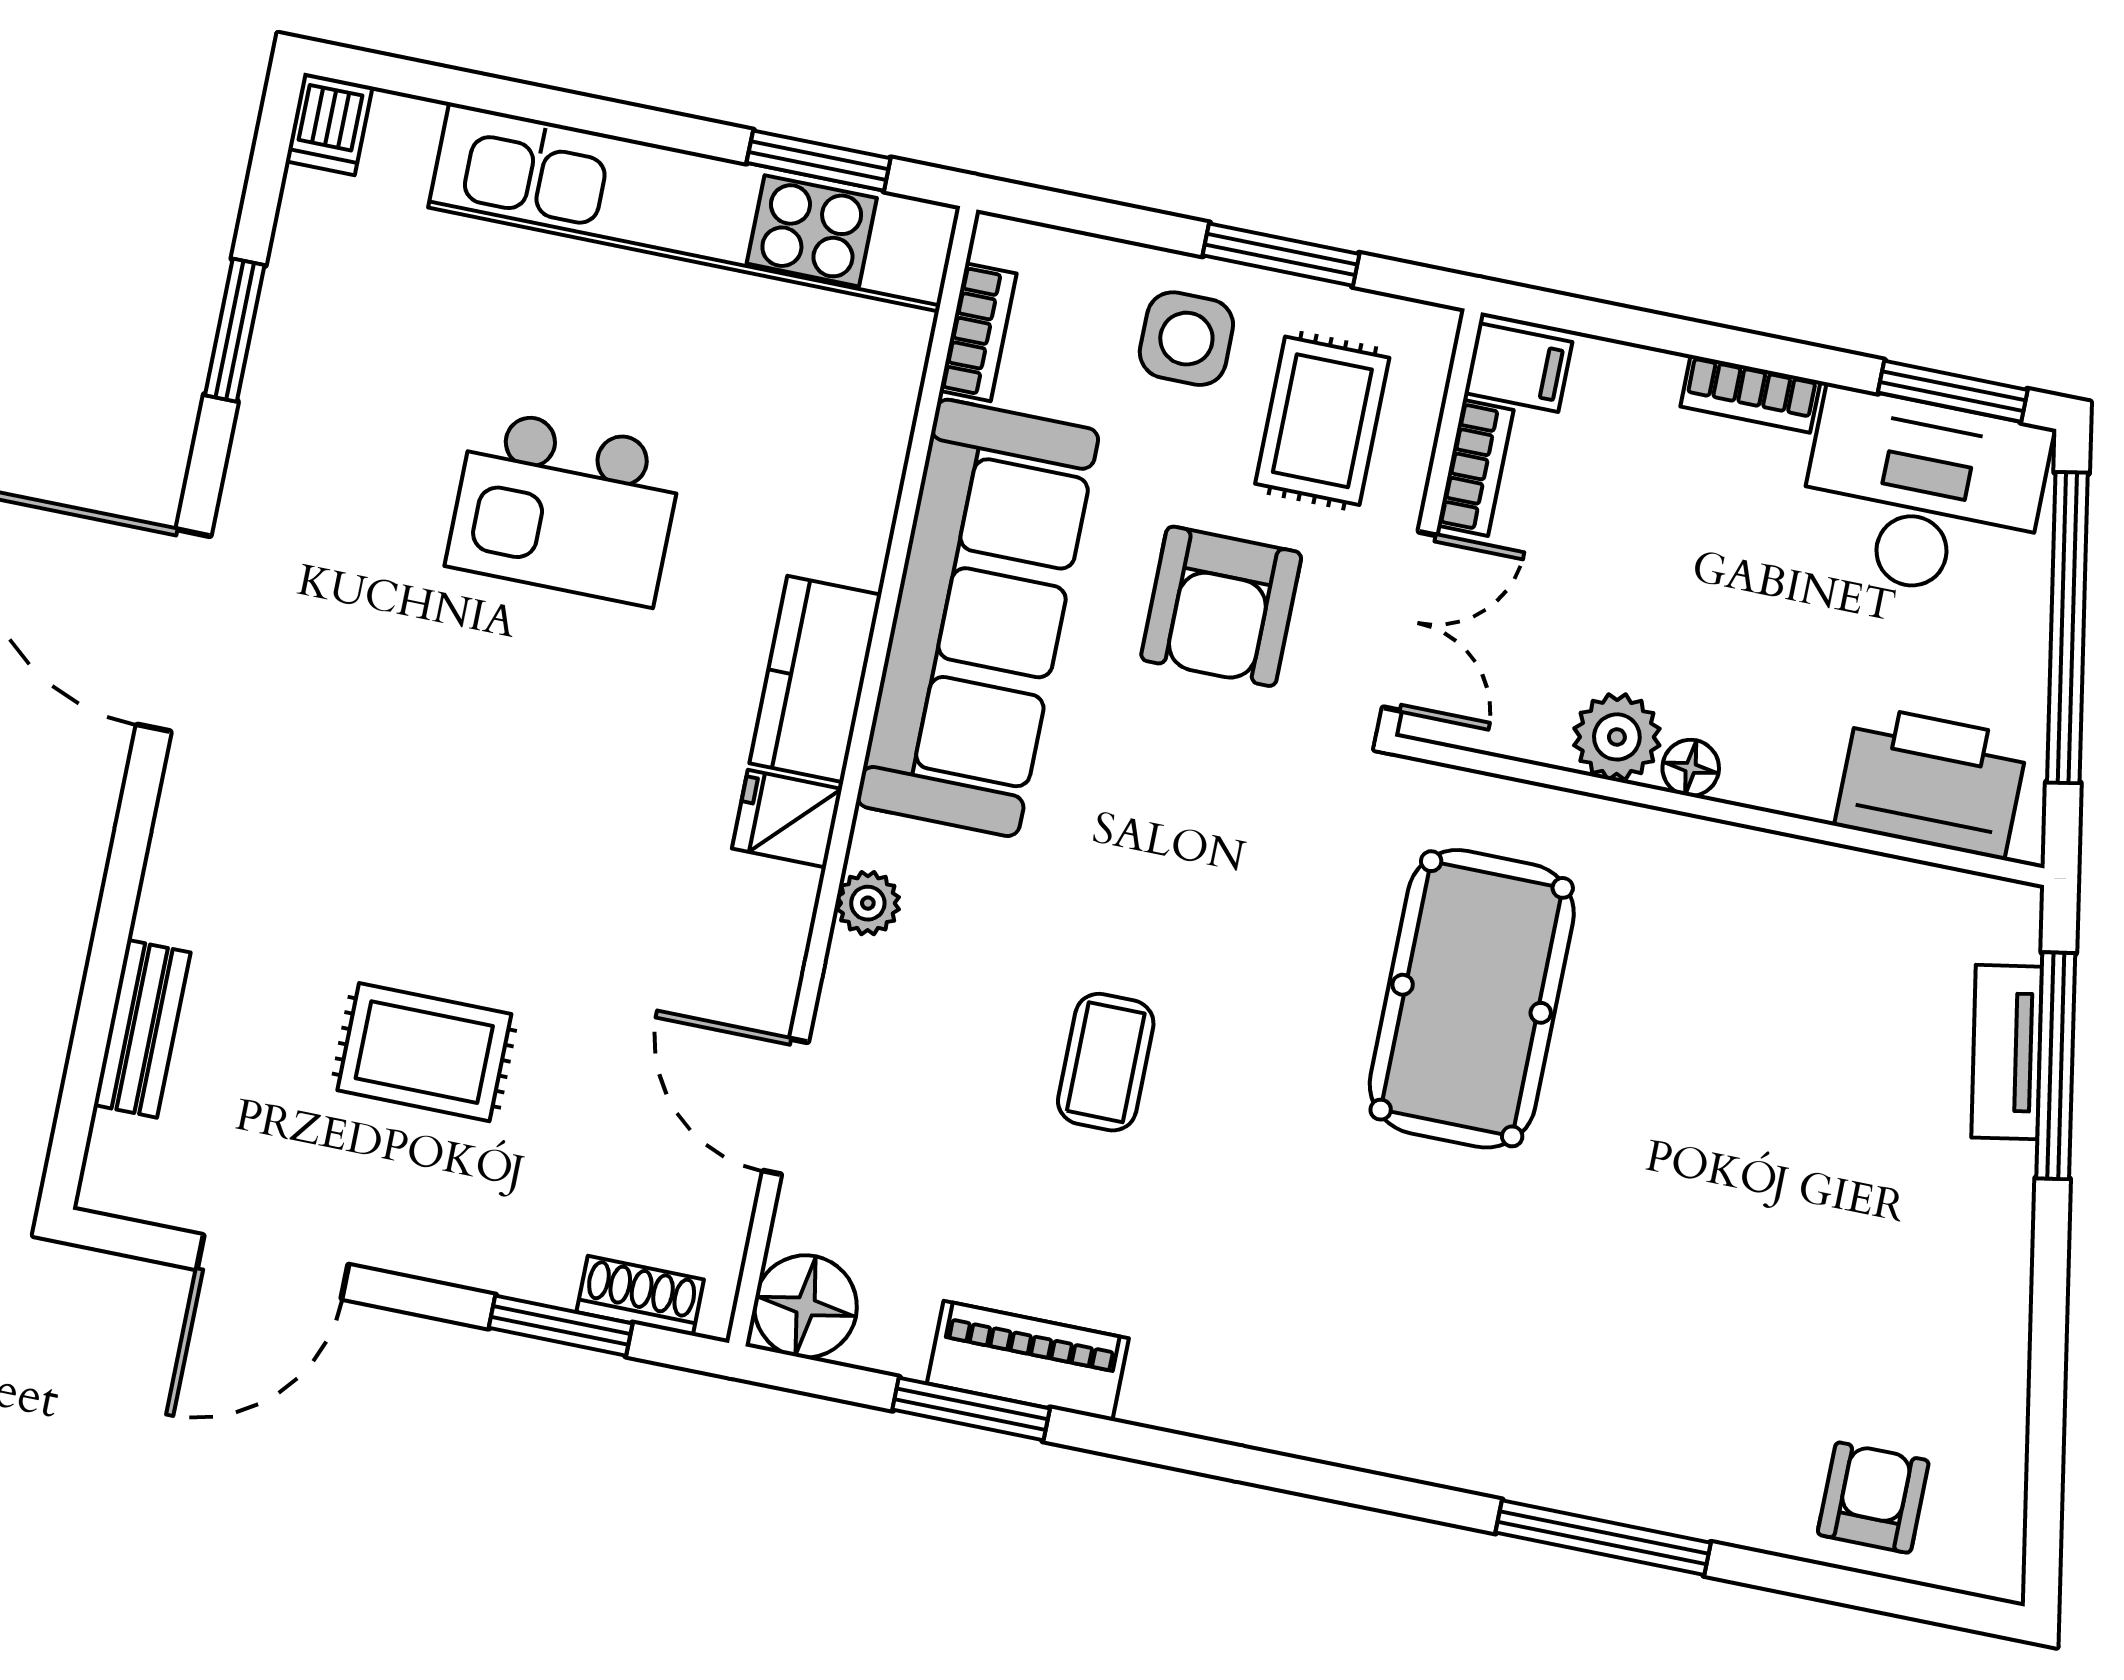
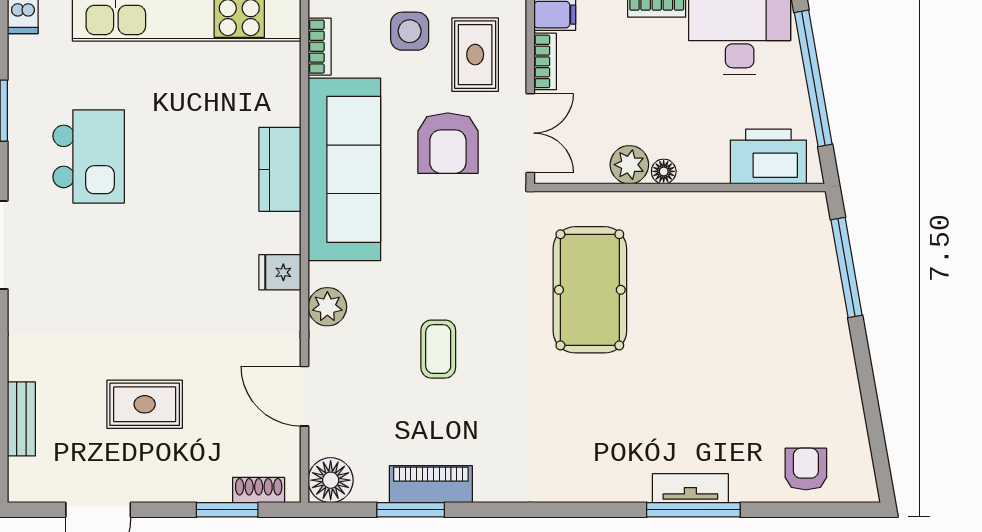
kitchen island: (565, 507) -> (89, 156), moved, turned -90
kitchen counter: (815, 679) -> (280, 169), moved
plant: (868, 903) -> (327, 307), width x1.38, depth x1.38
tv unit: (2007, 1052) -> (690, 488), moved, turned 100

